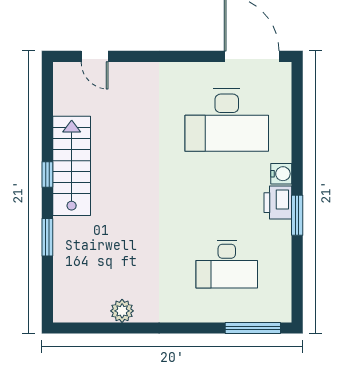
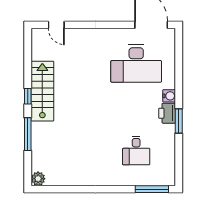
window: (47, 237) -> (28, 134), width x1.44
desk: (227, 264) -> (136, 150), width x0.73
plant: (122, 311) -> (38, 179), moved

